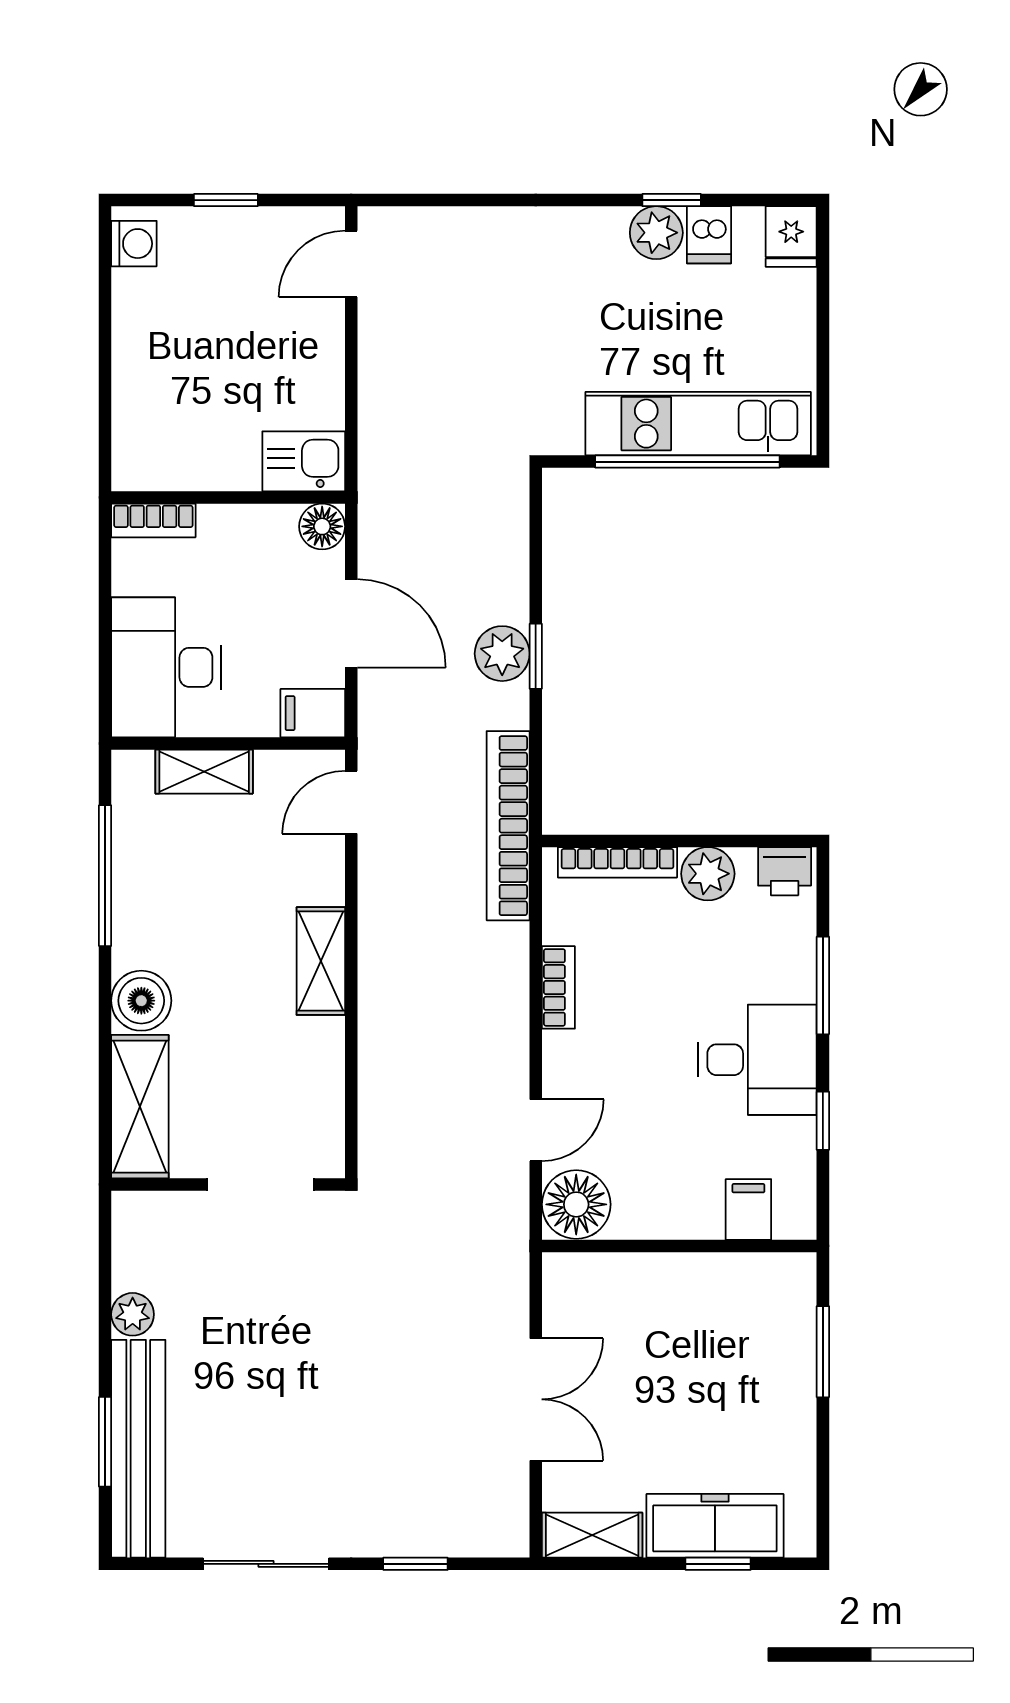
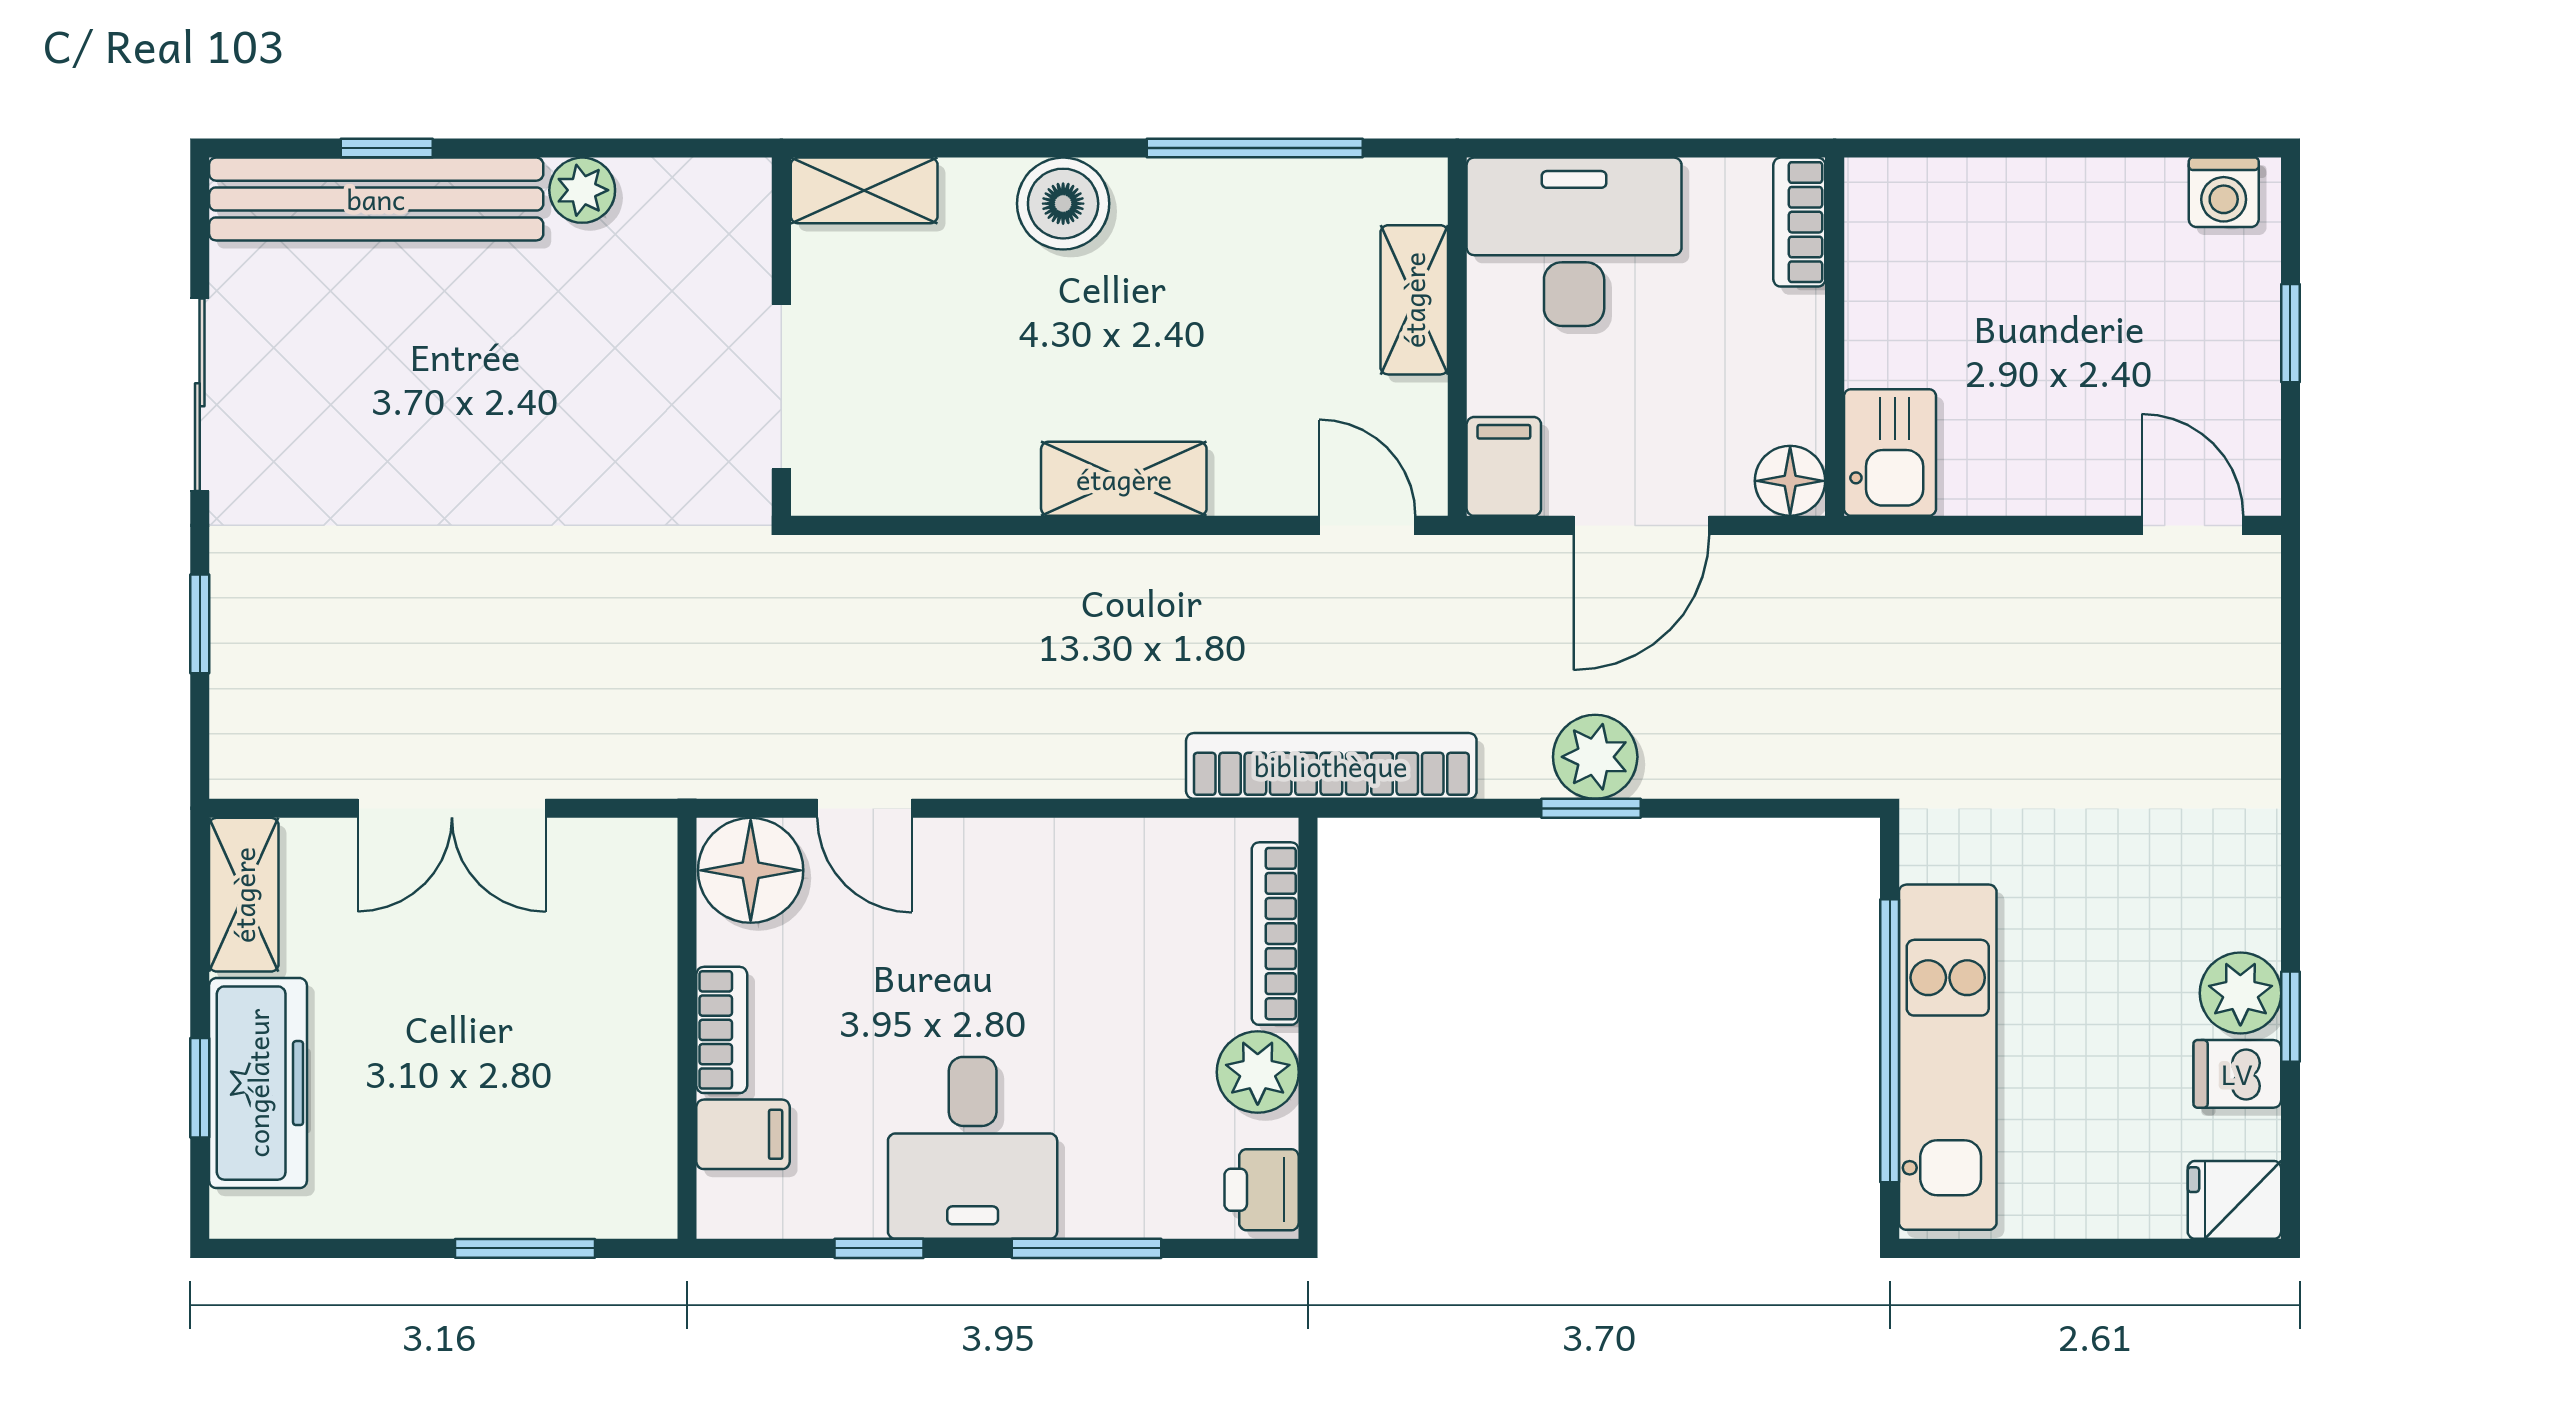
bookcase: (558, 987) -> (722, 1030), moved, turned -90
shelving: (140, 1107) -> (864, 190), width x0.67, depth x0.75
window: (105, 1442) -> (387, 148), width x0.67

